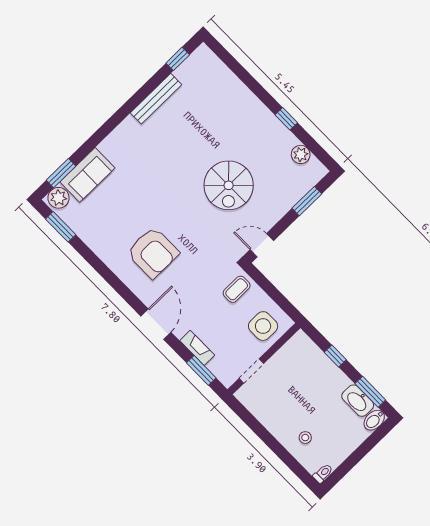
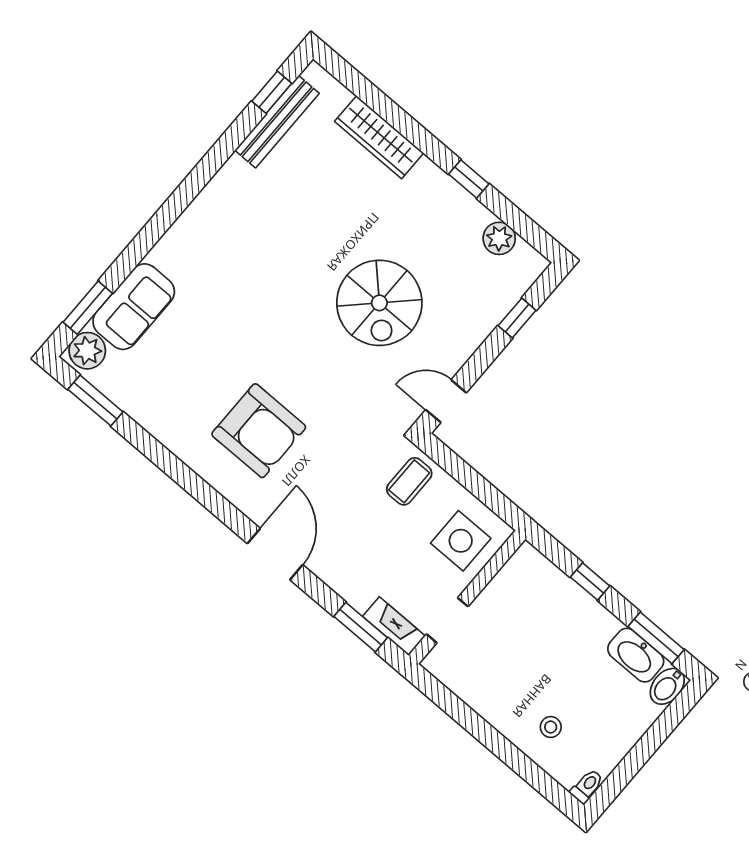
wardrobe: (237, 90) -> (379, 137), added
bench: (156, 99) -> (277, 122), moved
window: (307, 201) -> (517, 318), width x0.67
fireplace: (197, 348) -> (394, 626), moved

